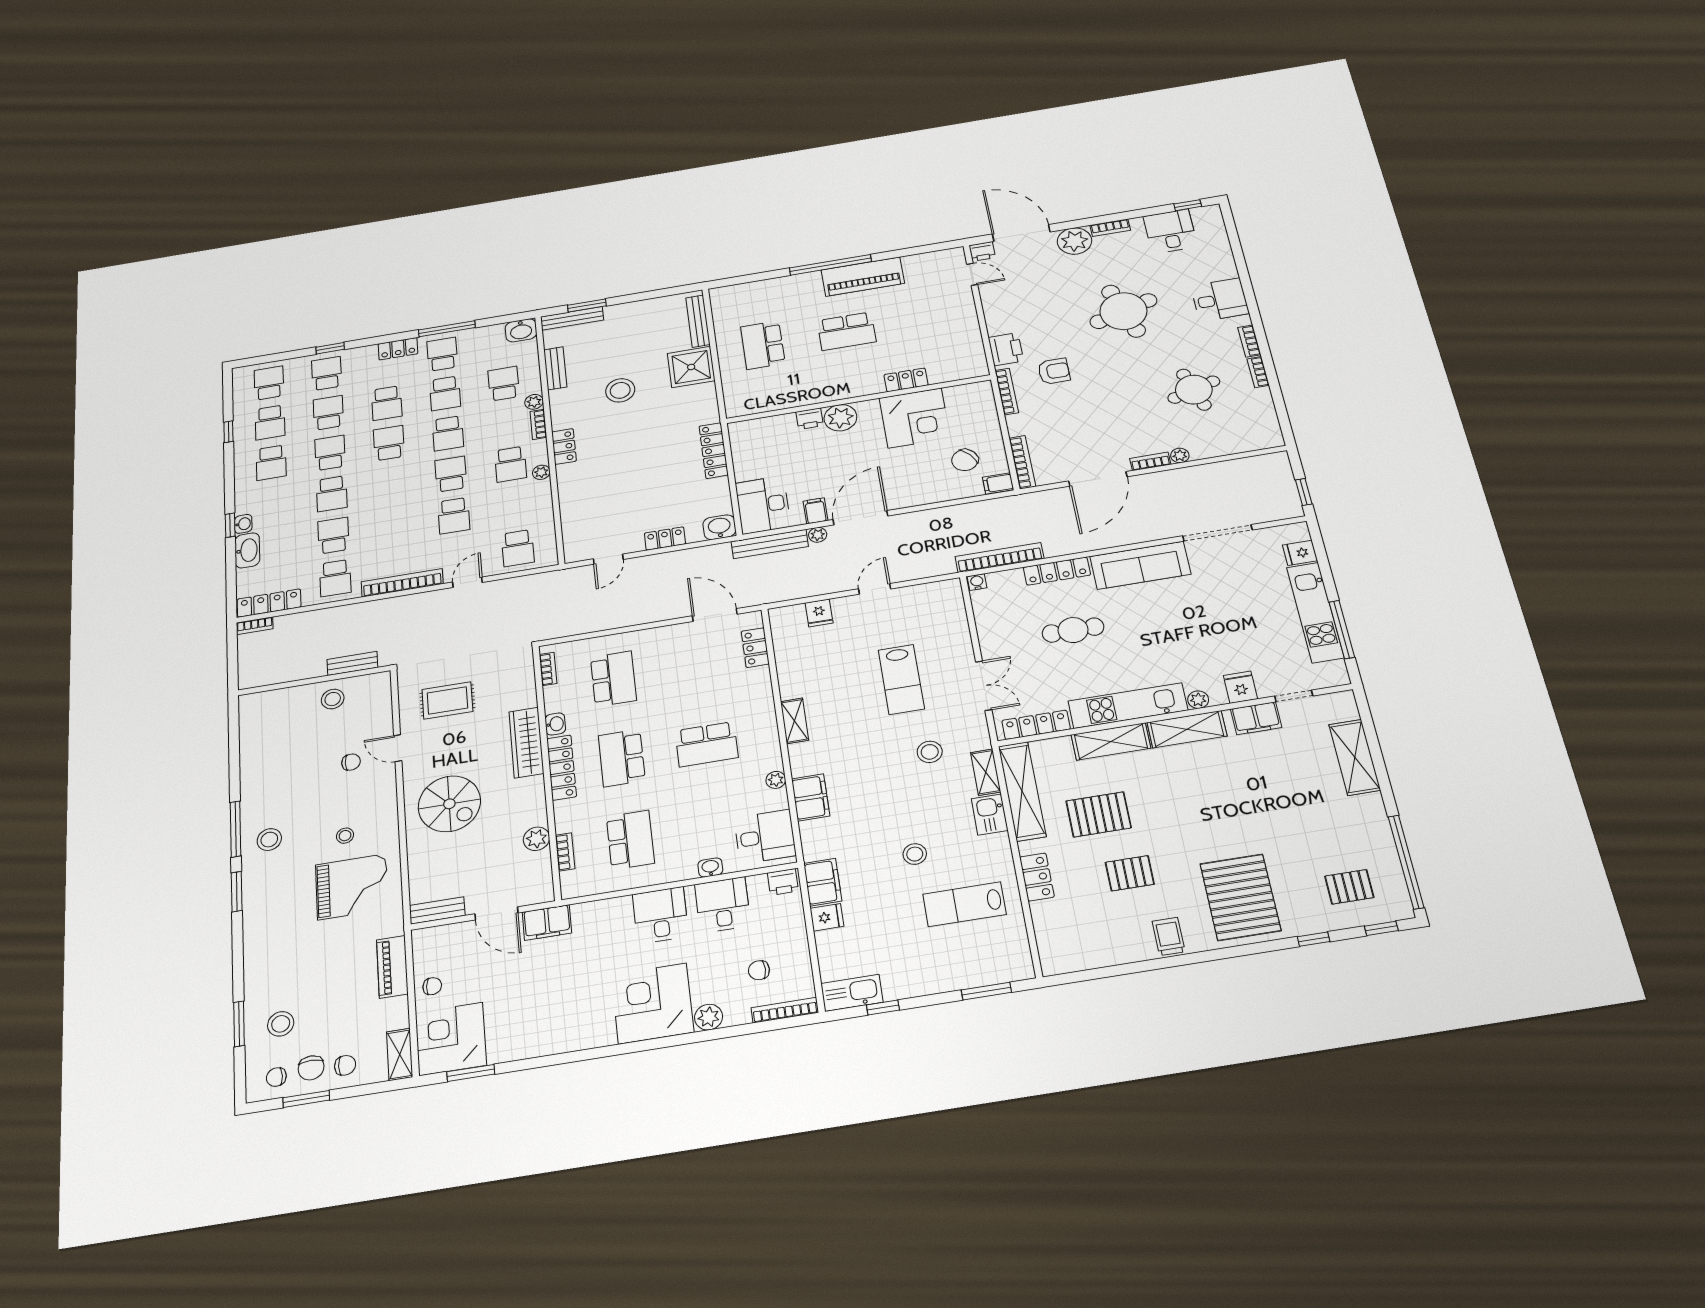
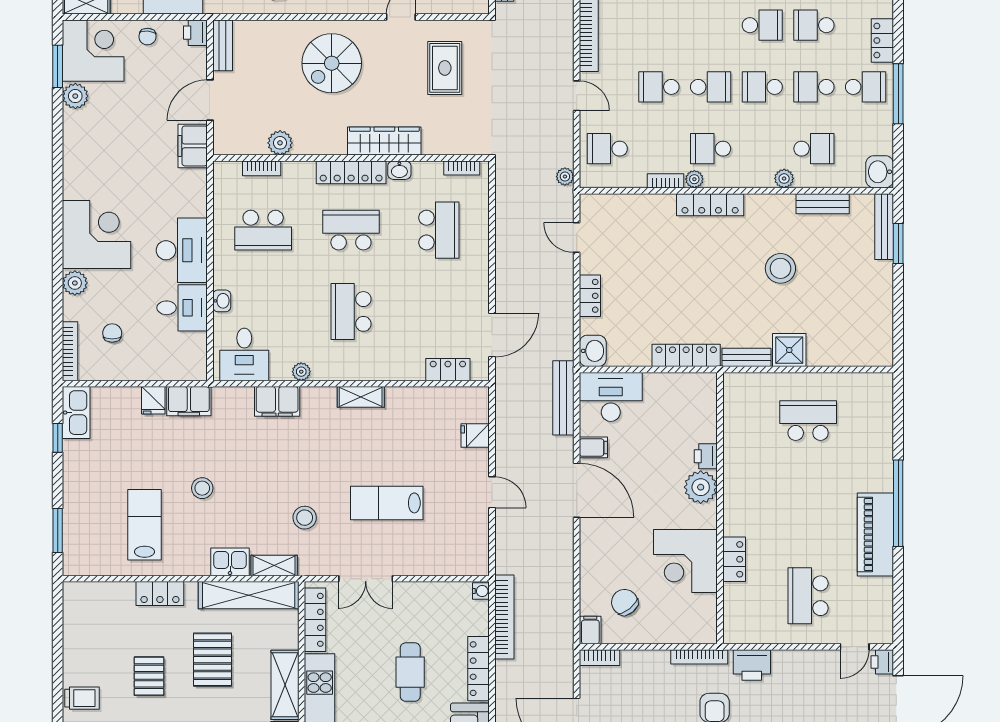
bench: (698, 321) -> (746, 357), moved, width x0.73
school desk: (847, 331) -> (808, 596), moved
shower: (691, 367) -> (789, 350), width x0.73, depth x0.73
bookcase: (538, 424) -> (665, 181), moved
locker: (564, 447) -> (710, 205), width x1.53
bookcase: (1022, 462) -> (600, 658), width x0.64
plant: (818, 535) -> (565, 177), moved
school desk: (613, 679) -> (439, 230), turned -90
printer: (783, 882) -> (195, 33), moved
desk: (660, 915) -> (182, 250), width x1.37
plant: (502, 1049) -> (75, 96), added

